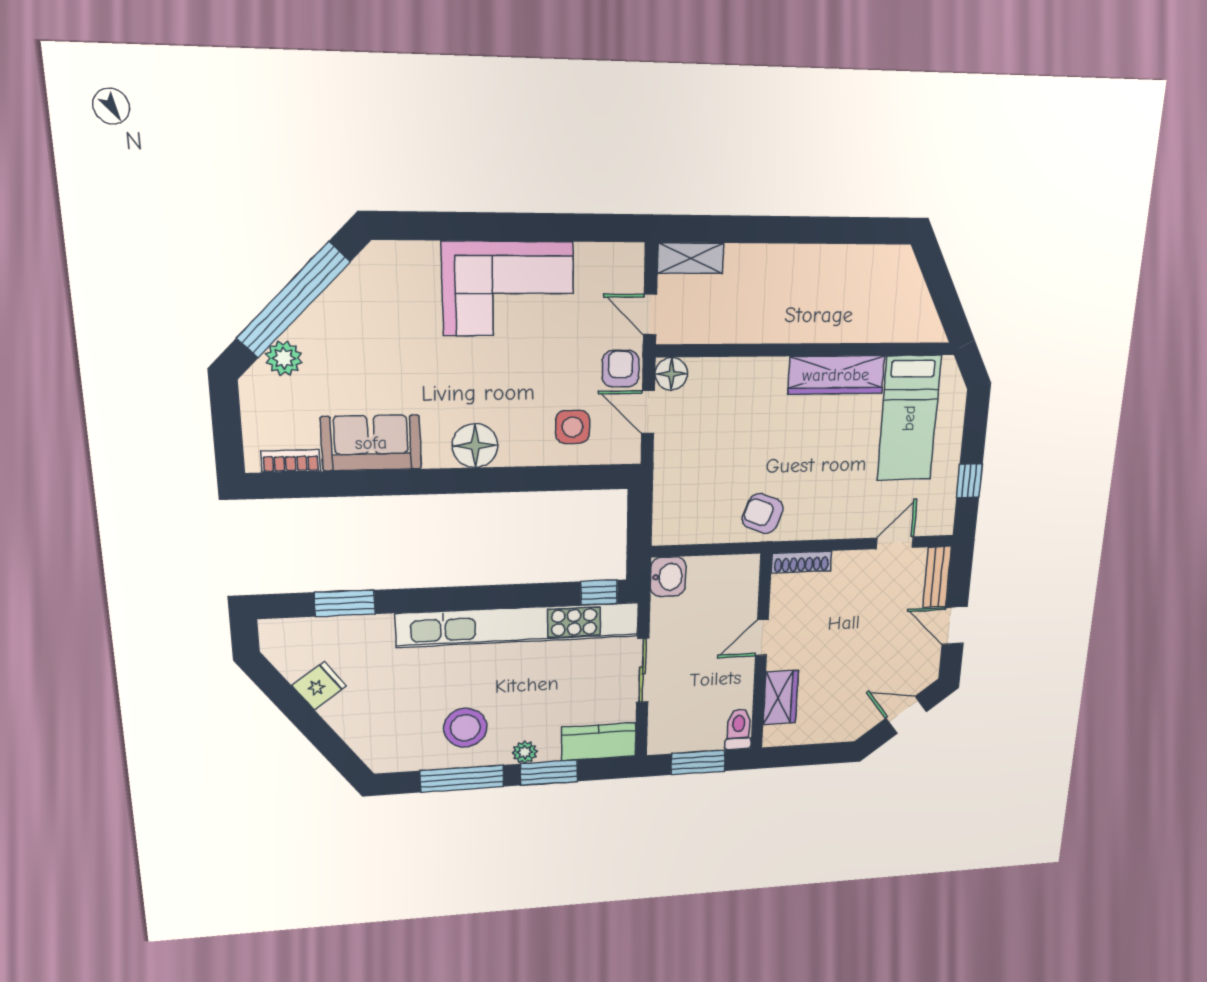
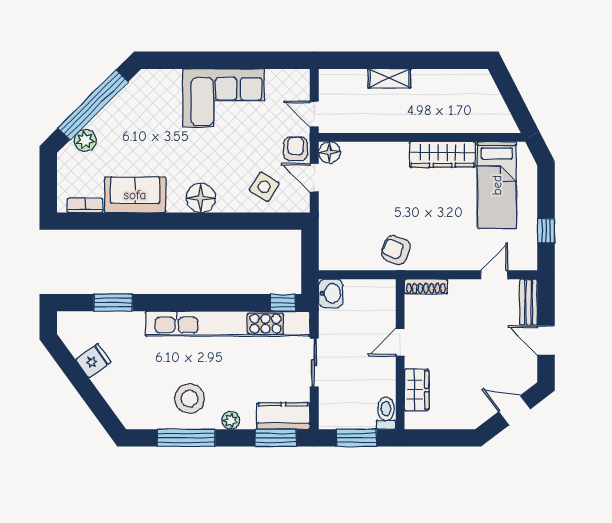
shelving: (691, 258) -> (389, 78), moved
side table: (573, 427) -> (264, 187), turned 31
window: (549, 773) -> (276, 438), moved

